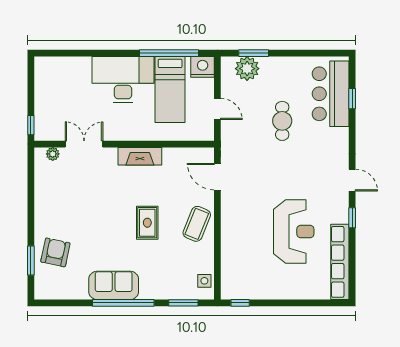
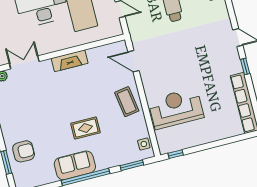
rug: (147, 223) -> (85, 128), moved, turned 90
coffee table: (197, 224) -> (127, 102), turned -31
reception desk: (294, 232) -> (176, 108), moved, turned -90
armchair: (55, 252) -> (24, 151), turned 78

